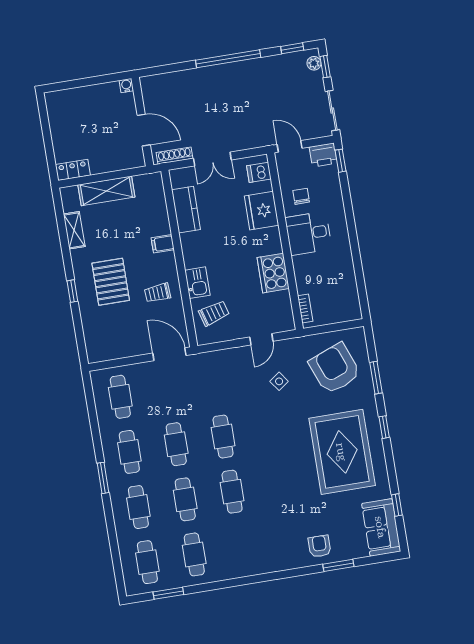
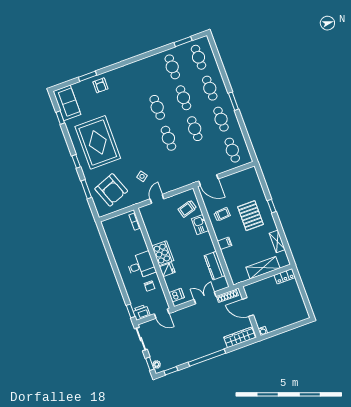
wardrobe: (167, 82) -> (240, 337), added
fridge: (262, 211) -> (167, 270), width x0.53, depth x0.75
cooker: (273, 273) -> (163, 253), moved

